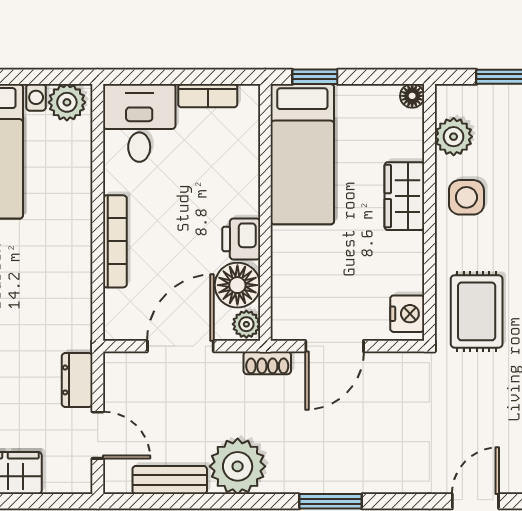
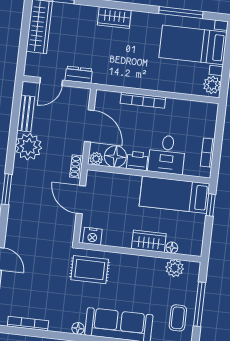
floor lamp: (412, 96) -> (172, 248), moved
desk: (139, 123) -> (167, 154), moved, turned 90
side table: (466, 197) -> (145, 271), removed

